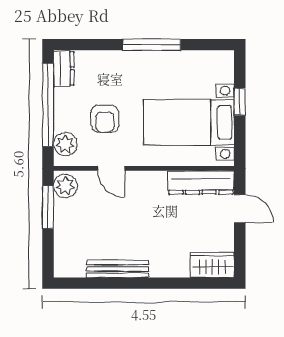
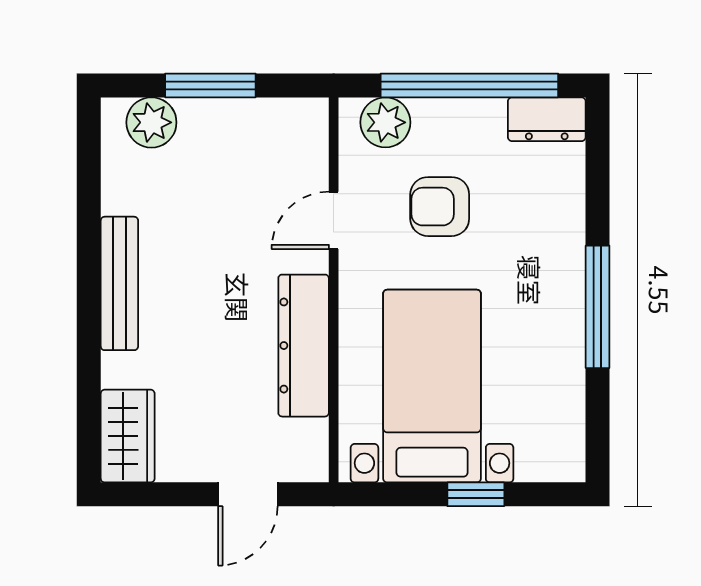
dresser: (201, 182) -> (304, 346), moved
plant: (65, 186) -> (151, 122), moved
window: (48, 207) -> (210, 85), moved
bench: (118, 269) -> (119, 283), moved

